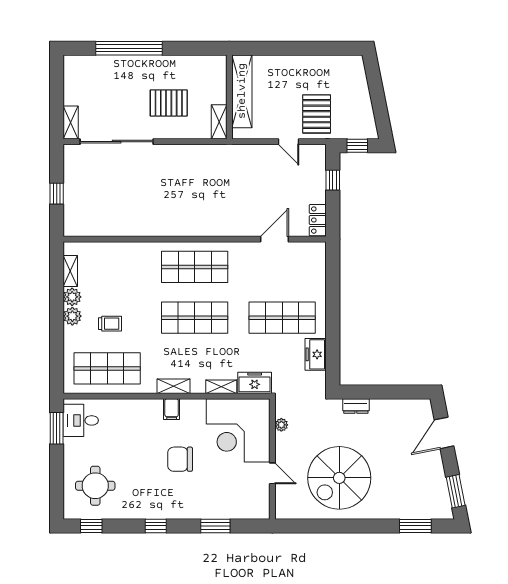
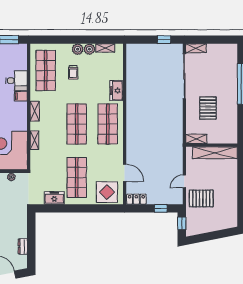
window: (57, 194) -> (164, 40), moved
display table: (306, 268) -> (107, 192), added
freezer: (255, 383) -> (117, 91), moved, turned 180
dresser: (356, 406) -> (23, 246), moved
filing cabinet: (172, 409) -> (21, 96), moved
desk: (81, 420) -> (17, 81), moved, turned 90

